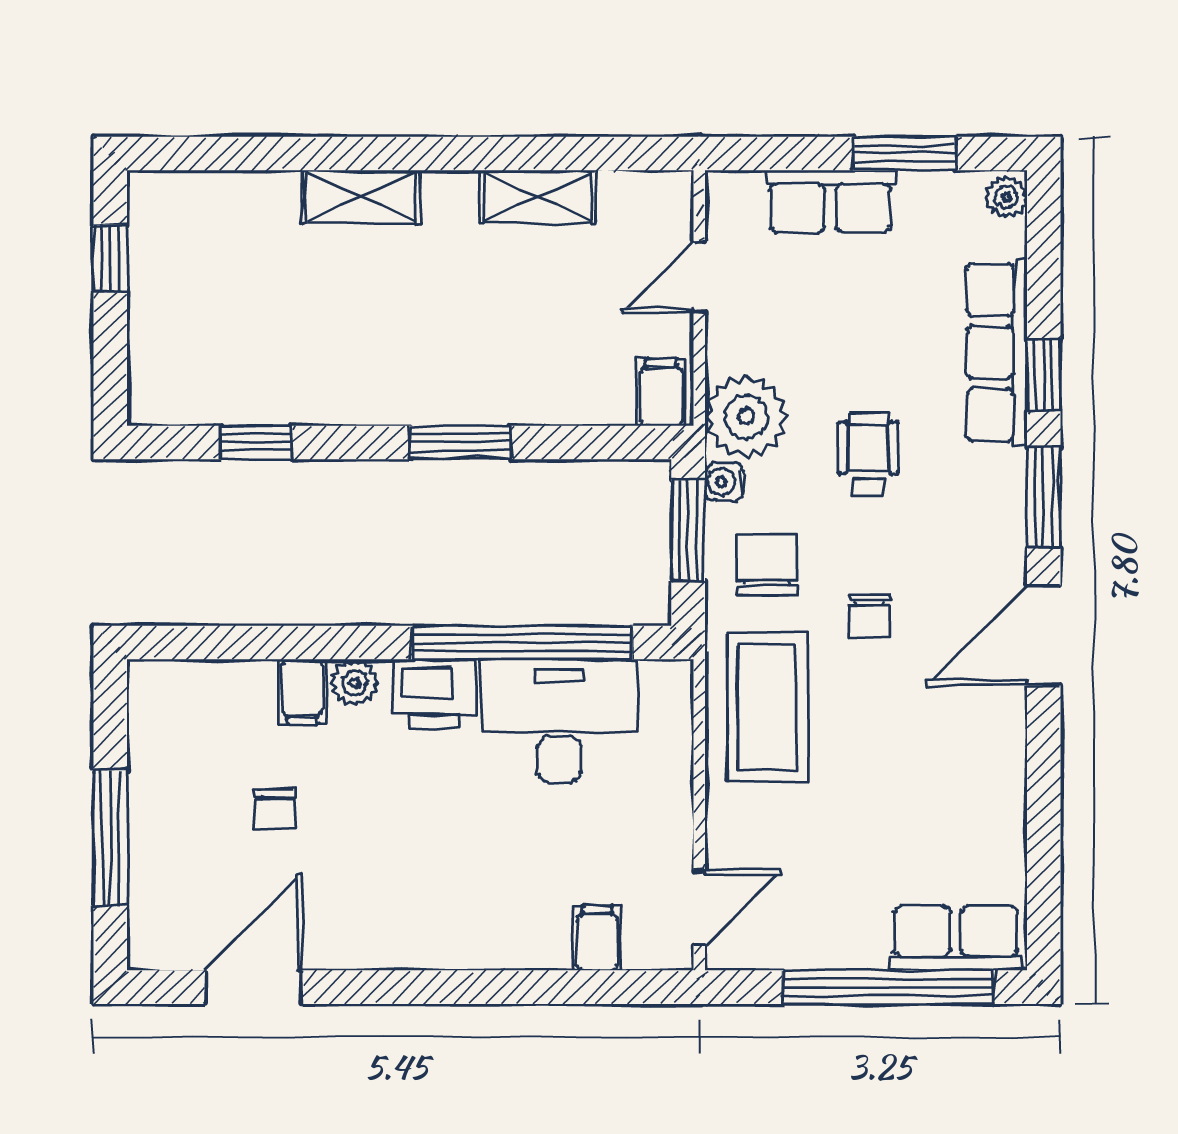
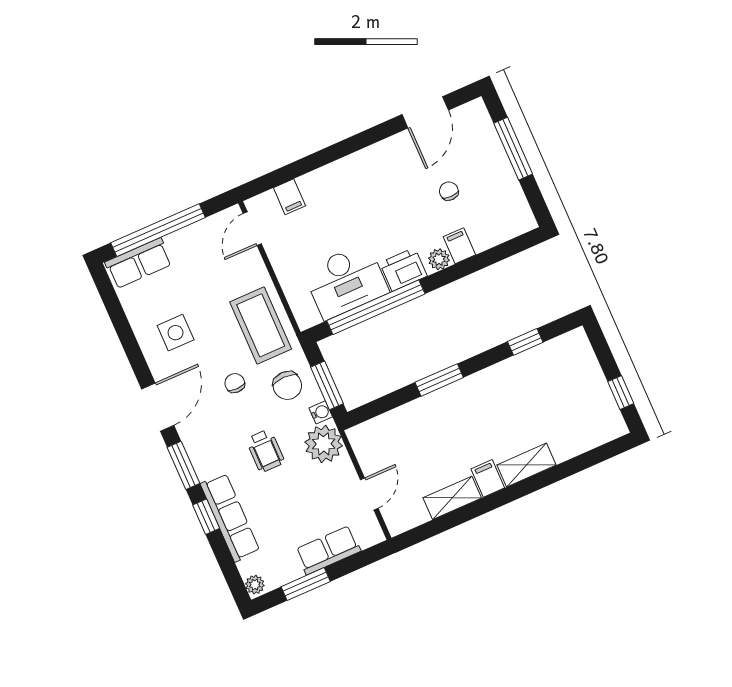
filing cabinet: (661, 392) -> (488, 478), moved, turned 180
side table: (943, 768) -> (176, 333), added

